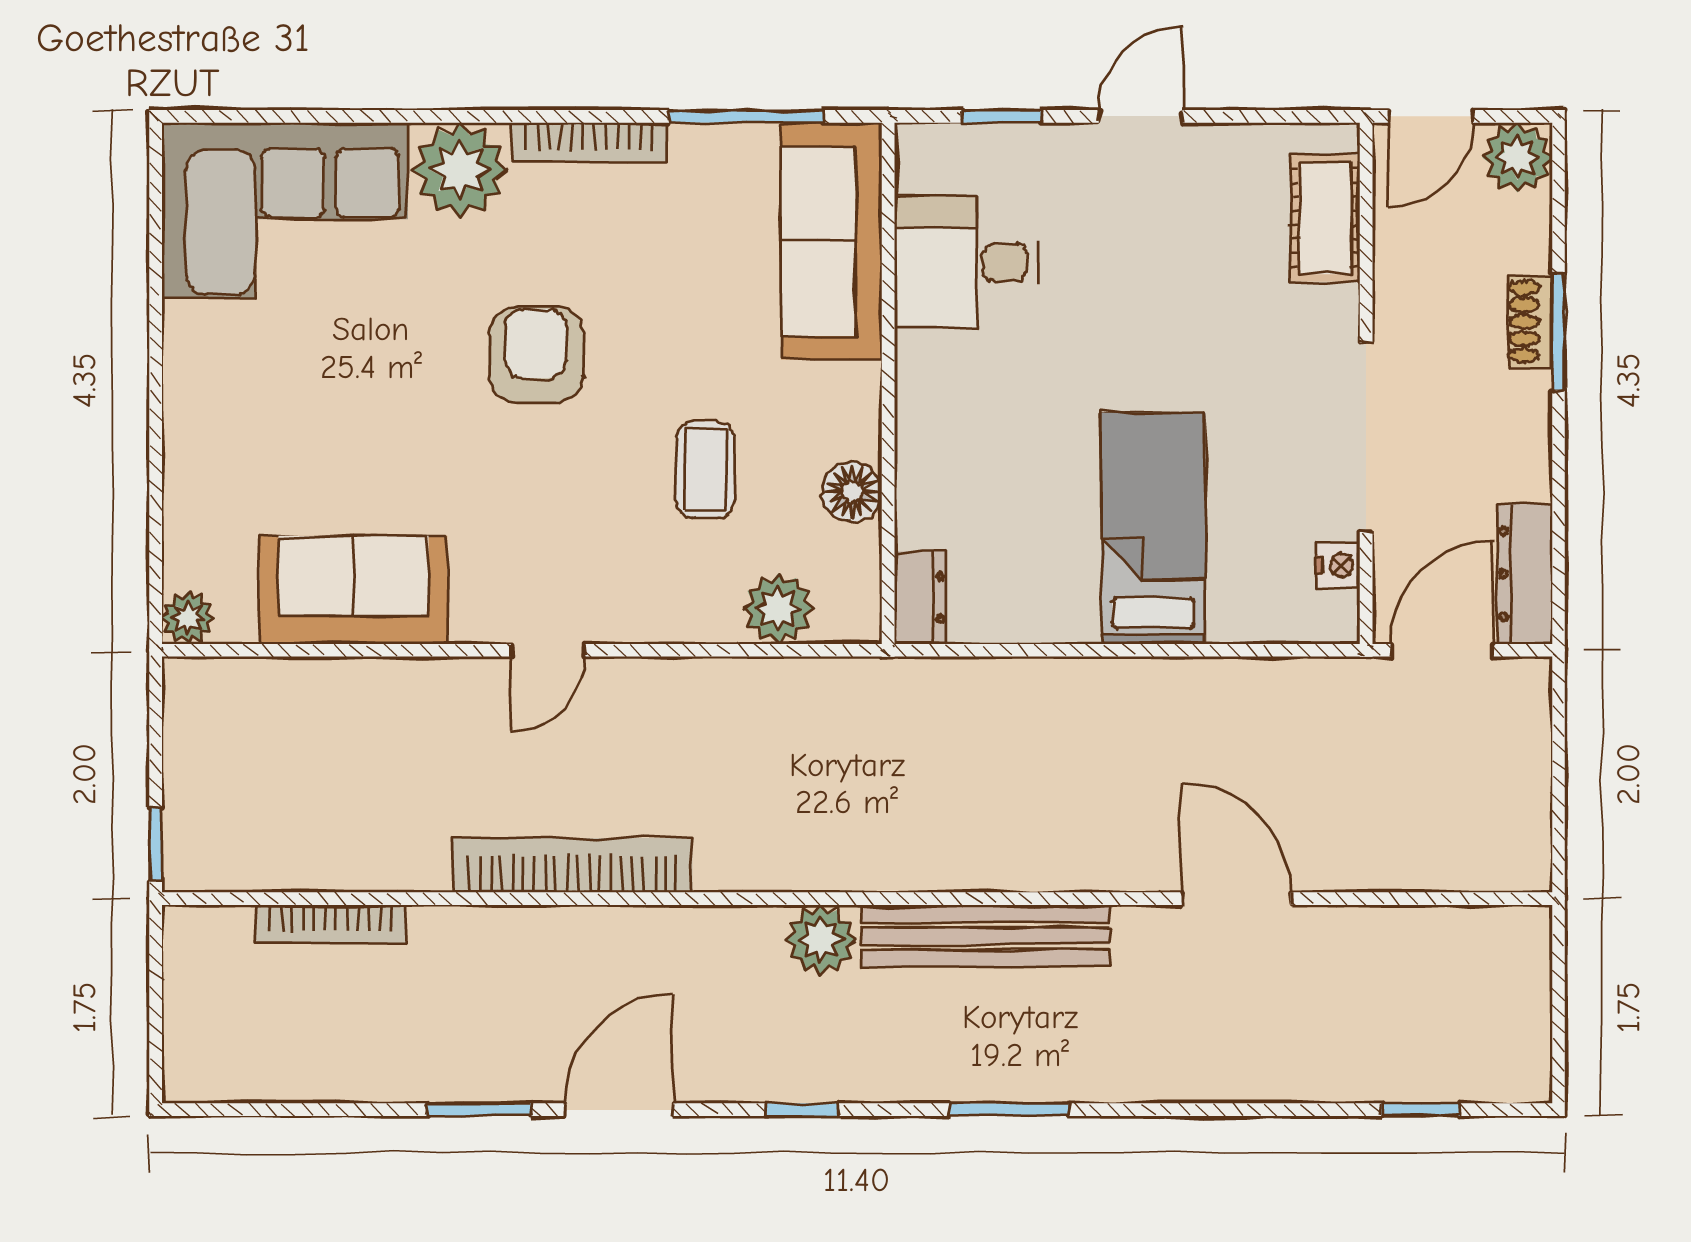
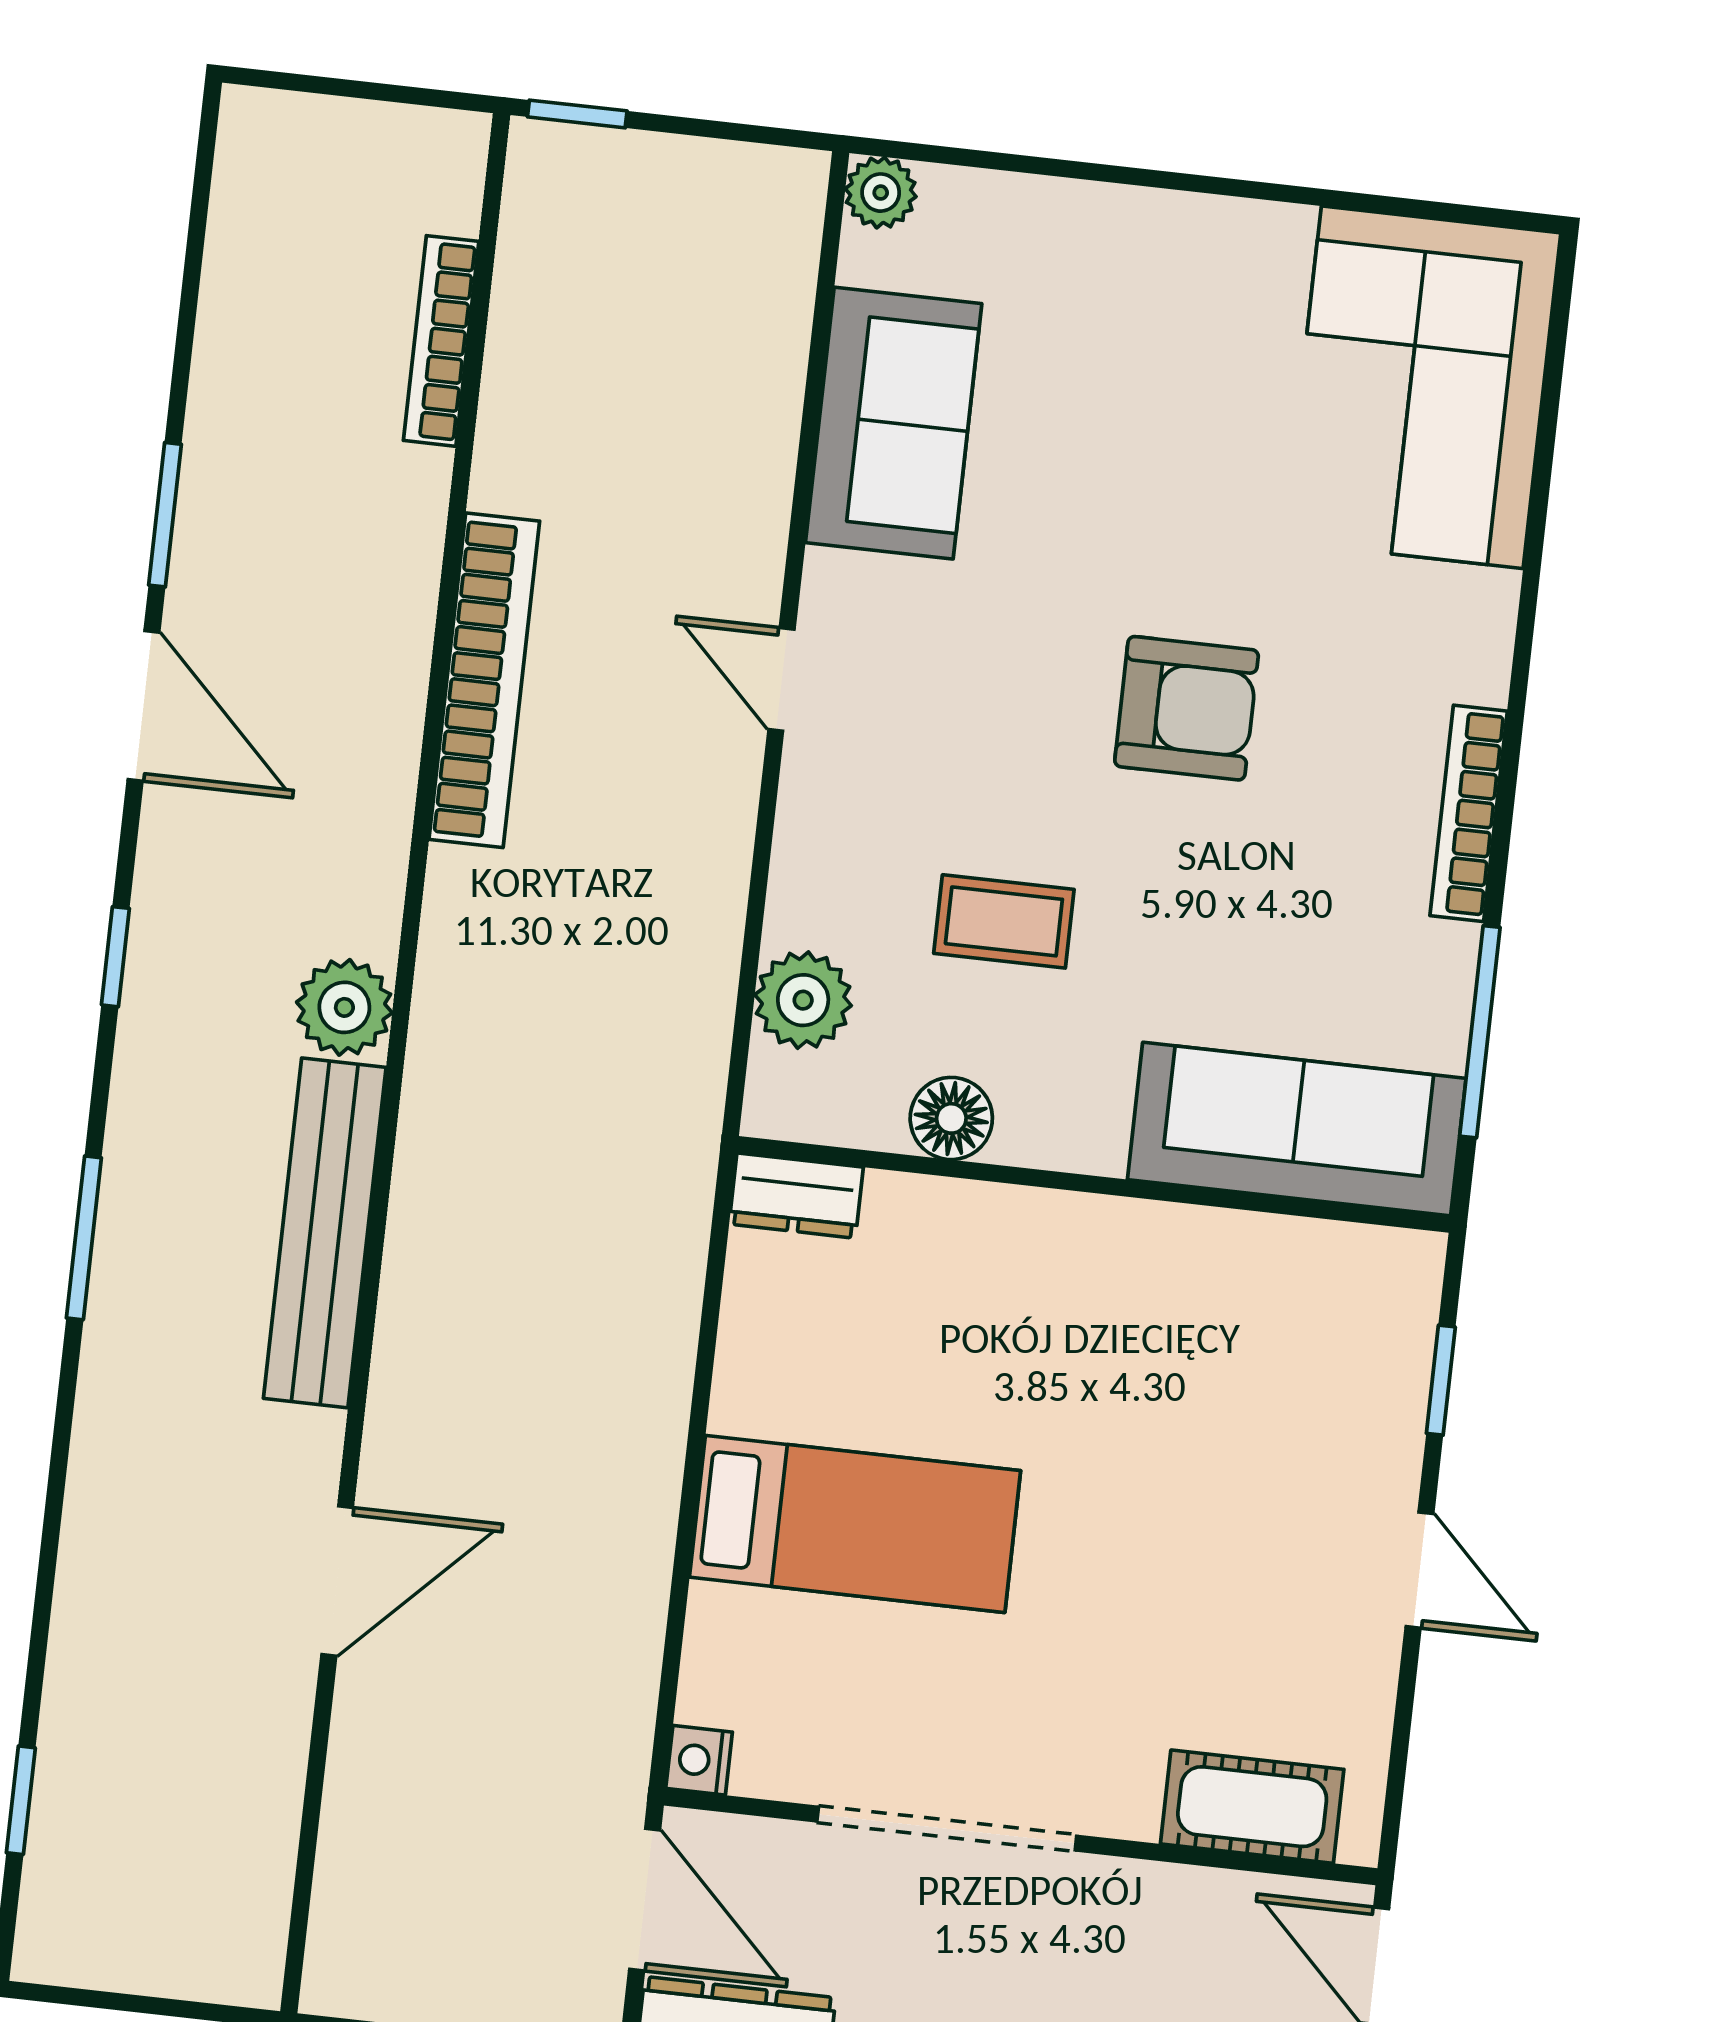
plant: (460, 170) -> (1451, 633), removed
desk: (966, 262) -> (1247, 1309), removed
nightstand: (1338, 565) -> (699, 1760), moved, turned 90

